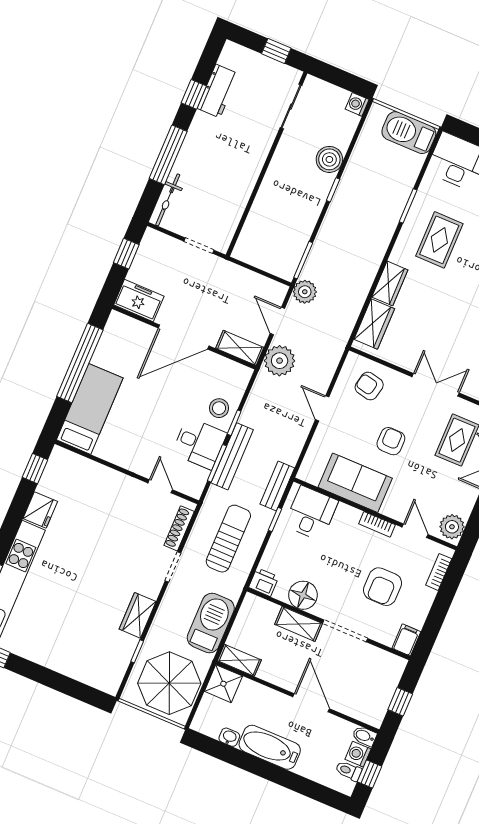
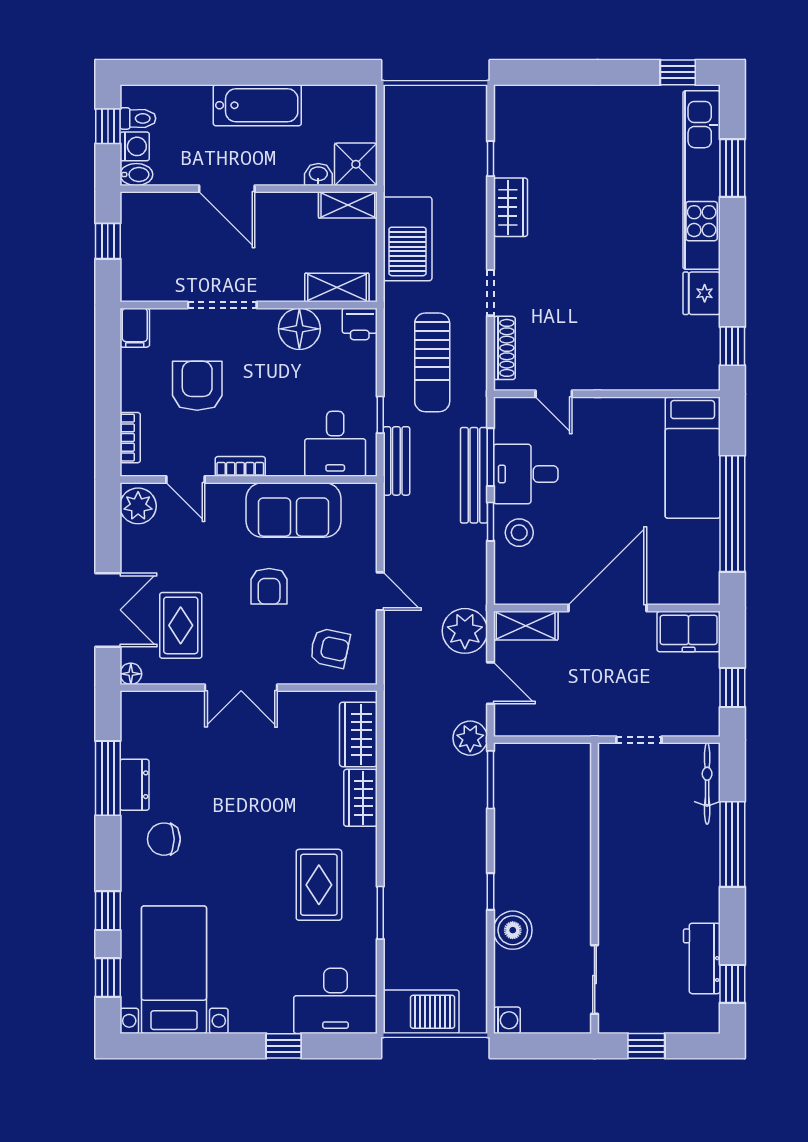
window: (194, 94) -> (732, 984), moved
shelving: (298, 624) -> (337, 288), moved
parasol: (169, 683) -> (429, 134), removed
washbasin: (229, 737) -> (318, 174), moved, turned 180

